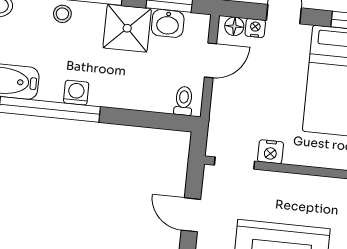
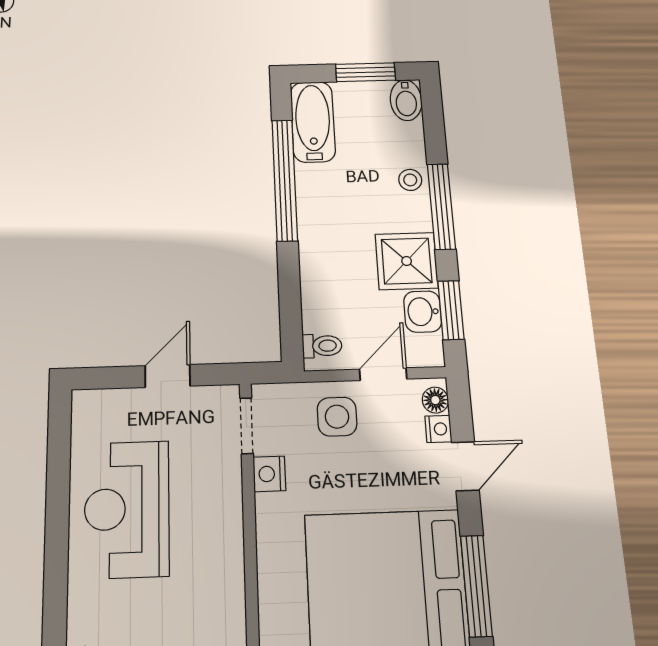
door: (210, 60) -> (383, 374), swing flipped
washing machine: (76, 93) -> (311, 209), removed
side table: (237, 98) -> (337, 417), added

